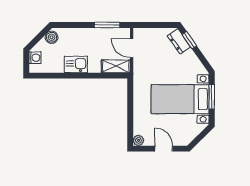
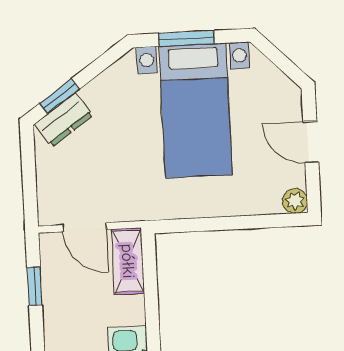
window: (107, 25) -> (35, 286), width x0.67
door: (132, 48) -> (85, 227), hinge flipped
door: (164, 149) -> (311, 142), hinge flipped

